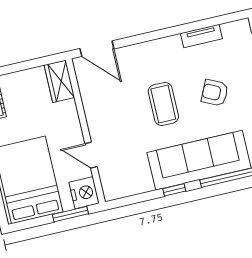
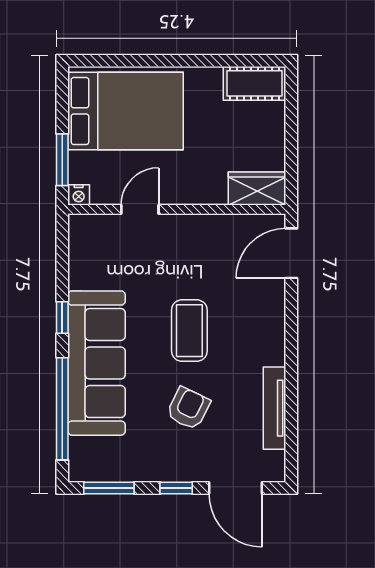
tv unit: (201, 36) -> (274, 408), width x1.41
coffee table: (163, 104) -> (189, 331), turned 90
nightstand: (84, 193) -> (79, 195), width x0.53, depth x0.56

